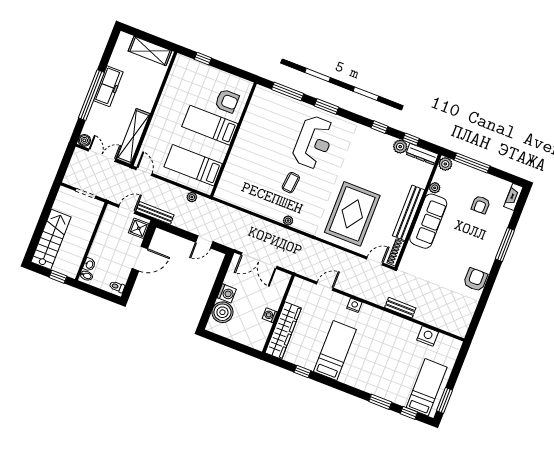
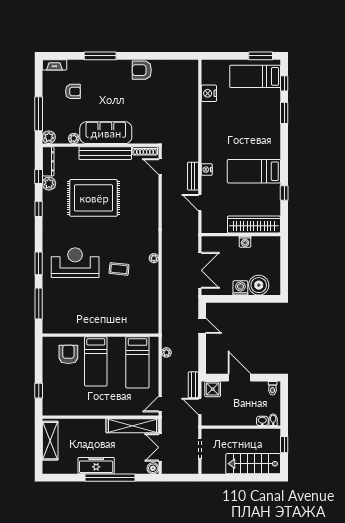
bench: (155, 213) -> (193, 385), width x0.73
rug: (352, 214) -> (94, 198), moved
bench: (400, 308) -> (193, 176), moved

